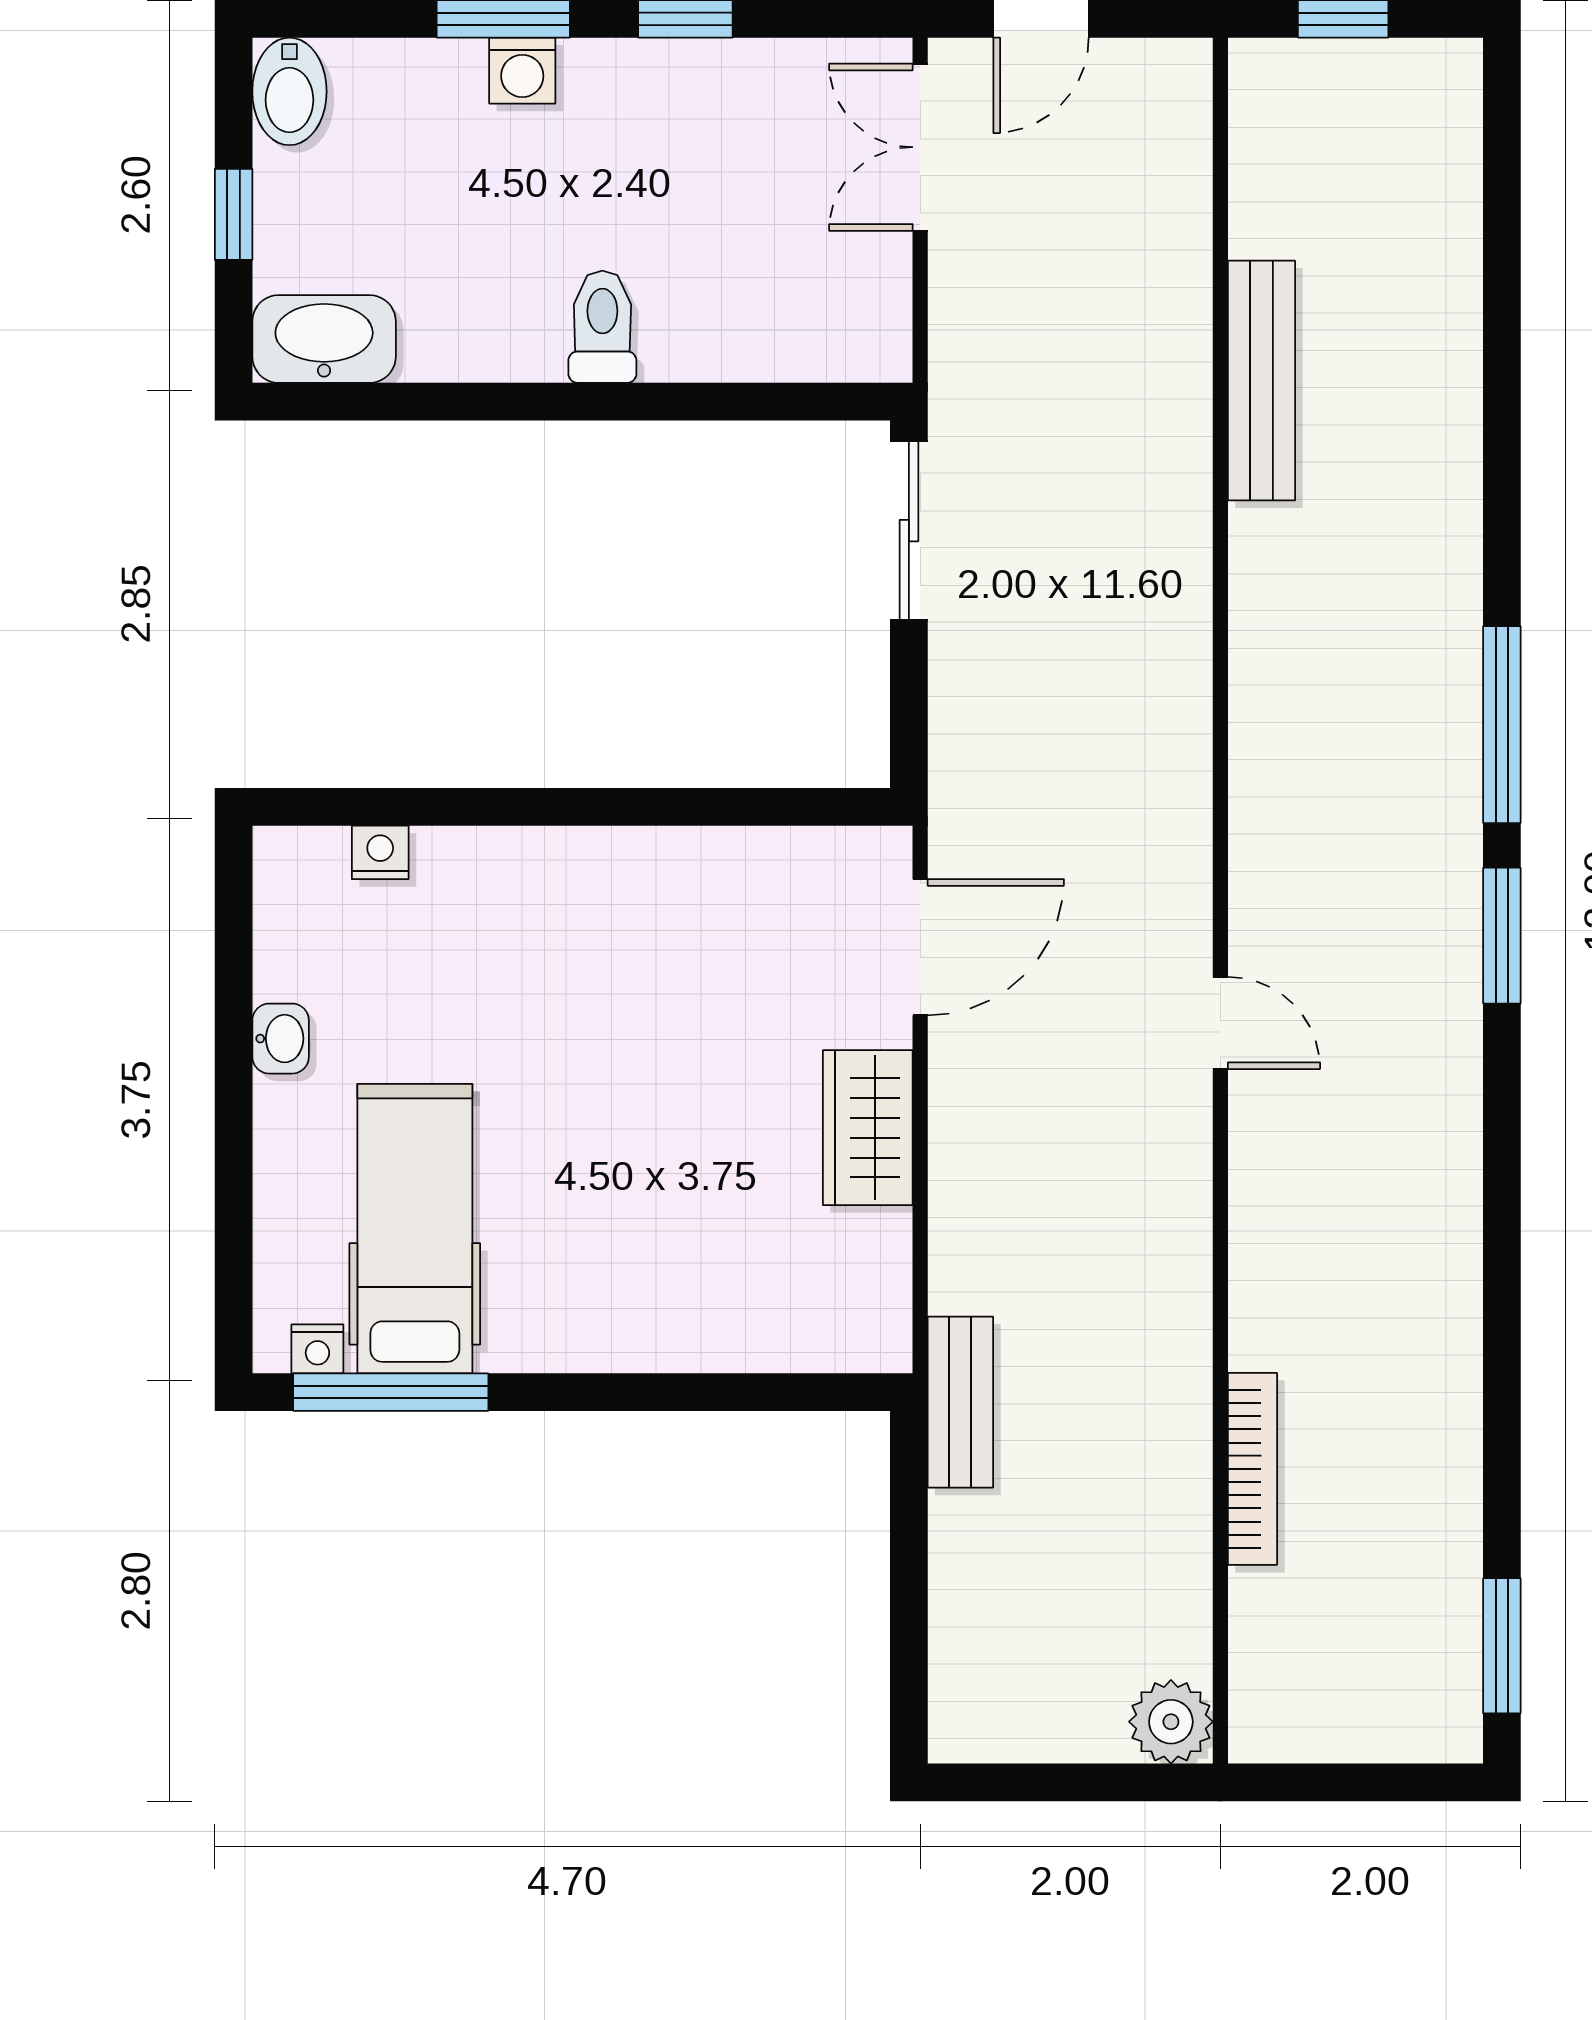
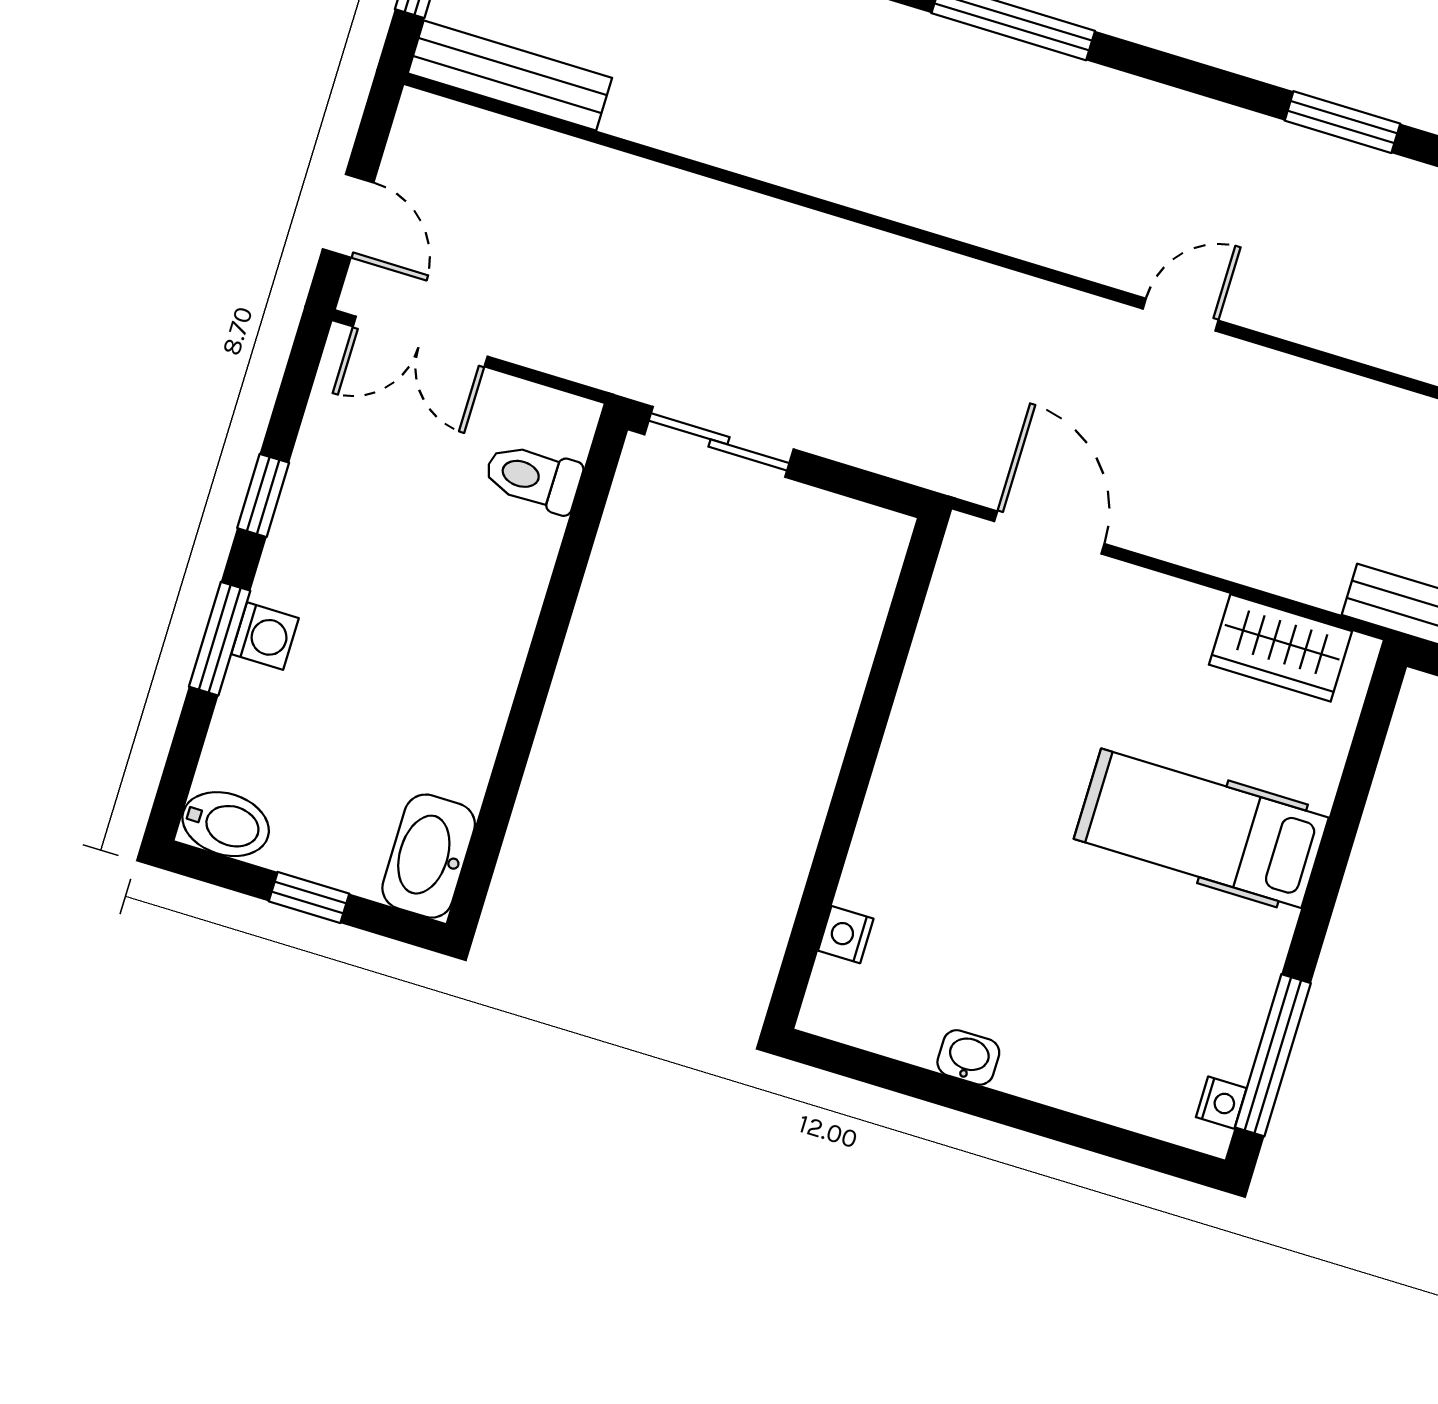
toilet: (602, 327) -> (533, 478), moved
bench: (1261, 381) -> (510, 76), moved
window: (1502, 936) -> (1342, 122), moved
wardrobe: (868, 1128) -> (1280, 648), moved
hospital bed: (415, 1229) -> (1201, 828), moved

